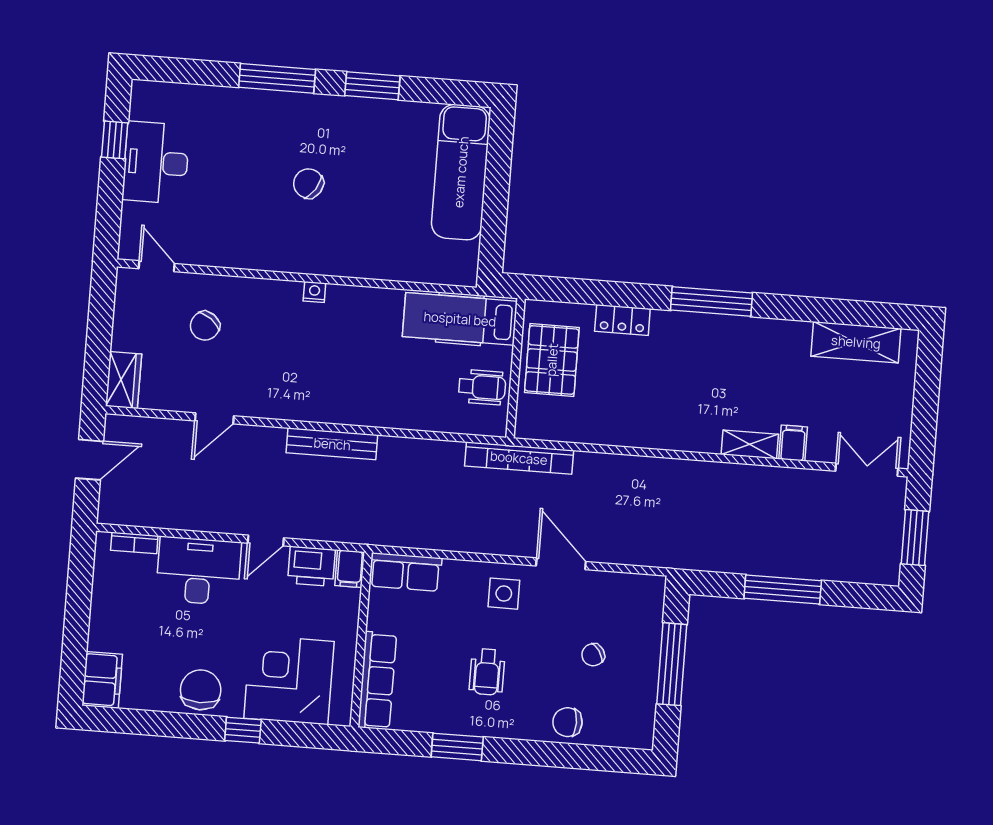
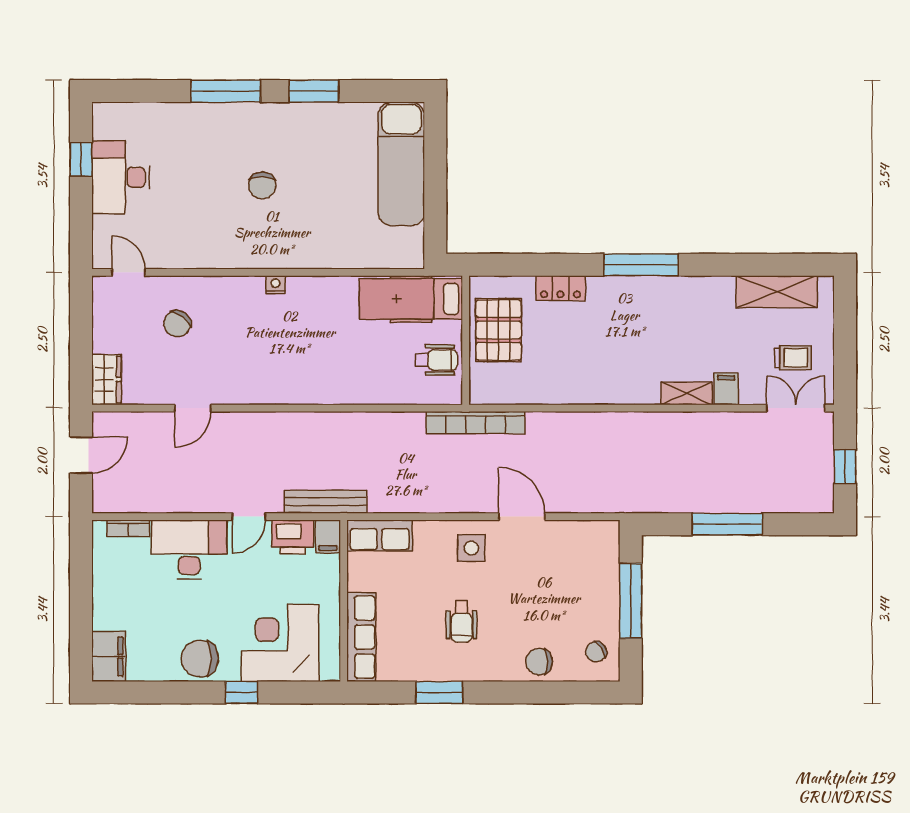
chair: (308, 183) -> (262, 185), turned -122
trolley: (868, 415) -> (793, 358), added
bench: (332, 444) -> (326, 502), moved
window: (915, 538) -> (845, 467), width x0.67
chair: (593, 655) -> (596, 652), moved
chair: (201, 690) -> (200, 658), turned -90

